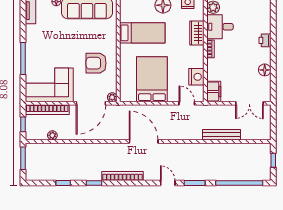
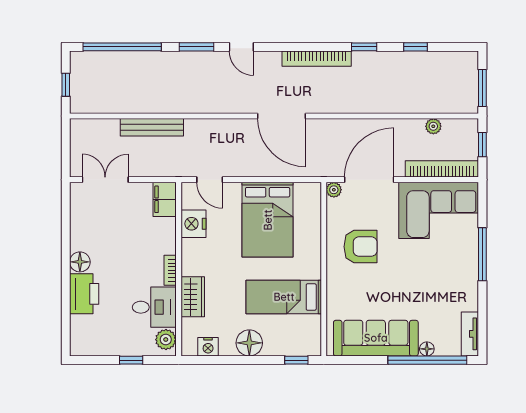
printer: (265, 40) -> (84, 294), width x1.87, depth x1.48
floor lamp: (265, 70) -> (80, 262), moved

